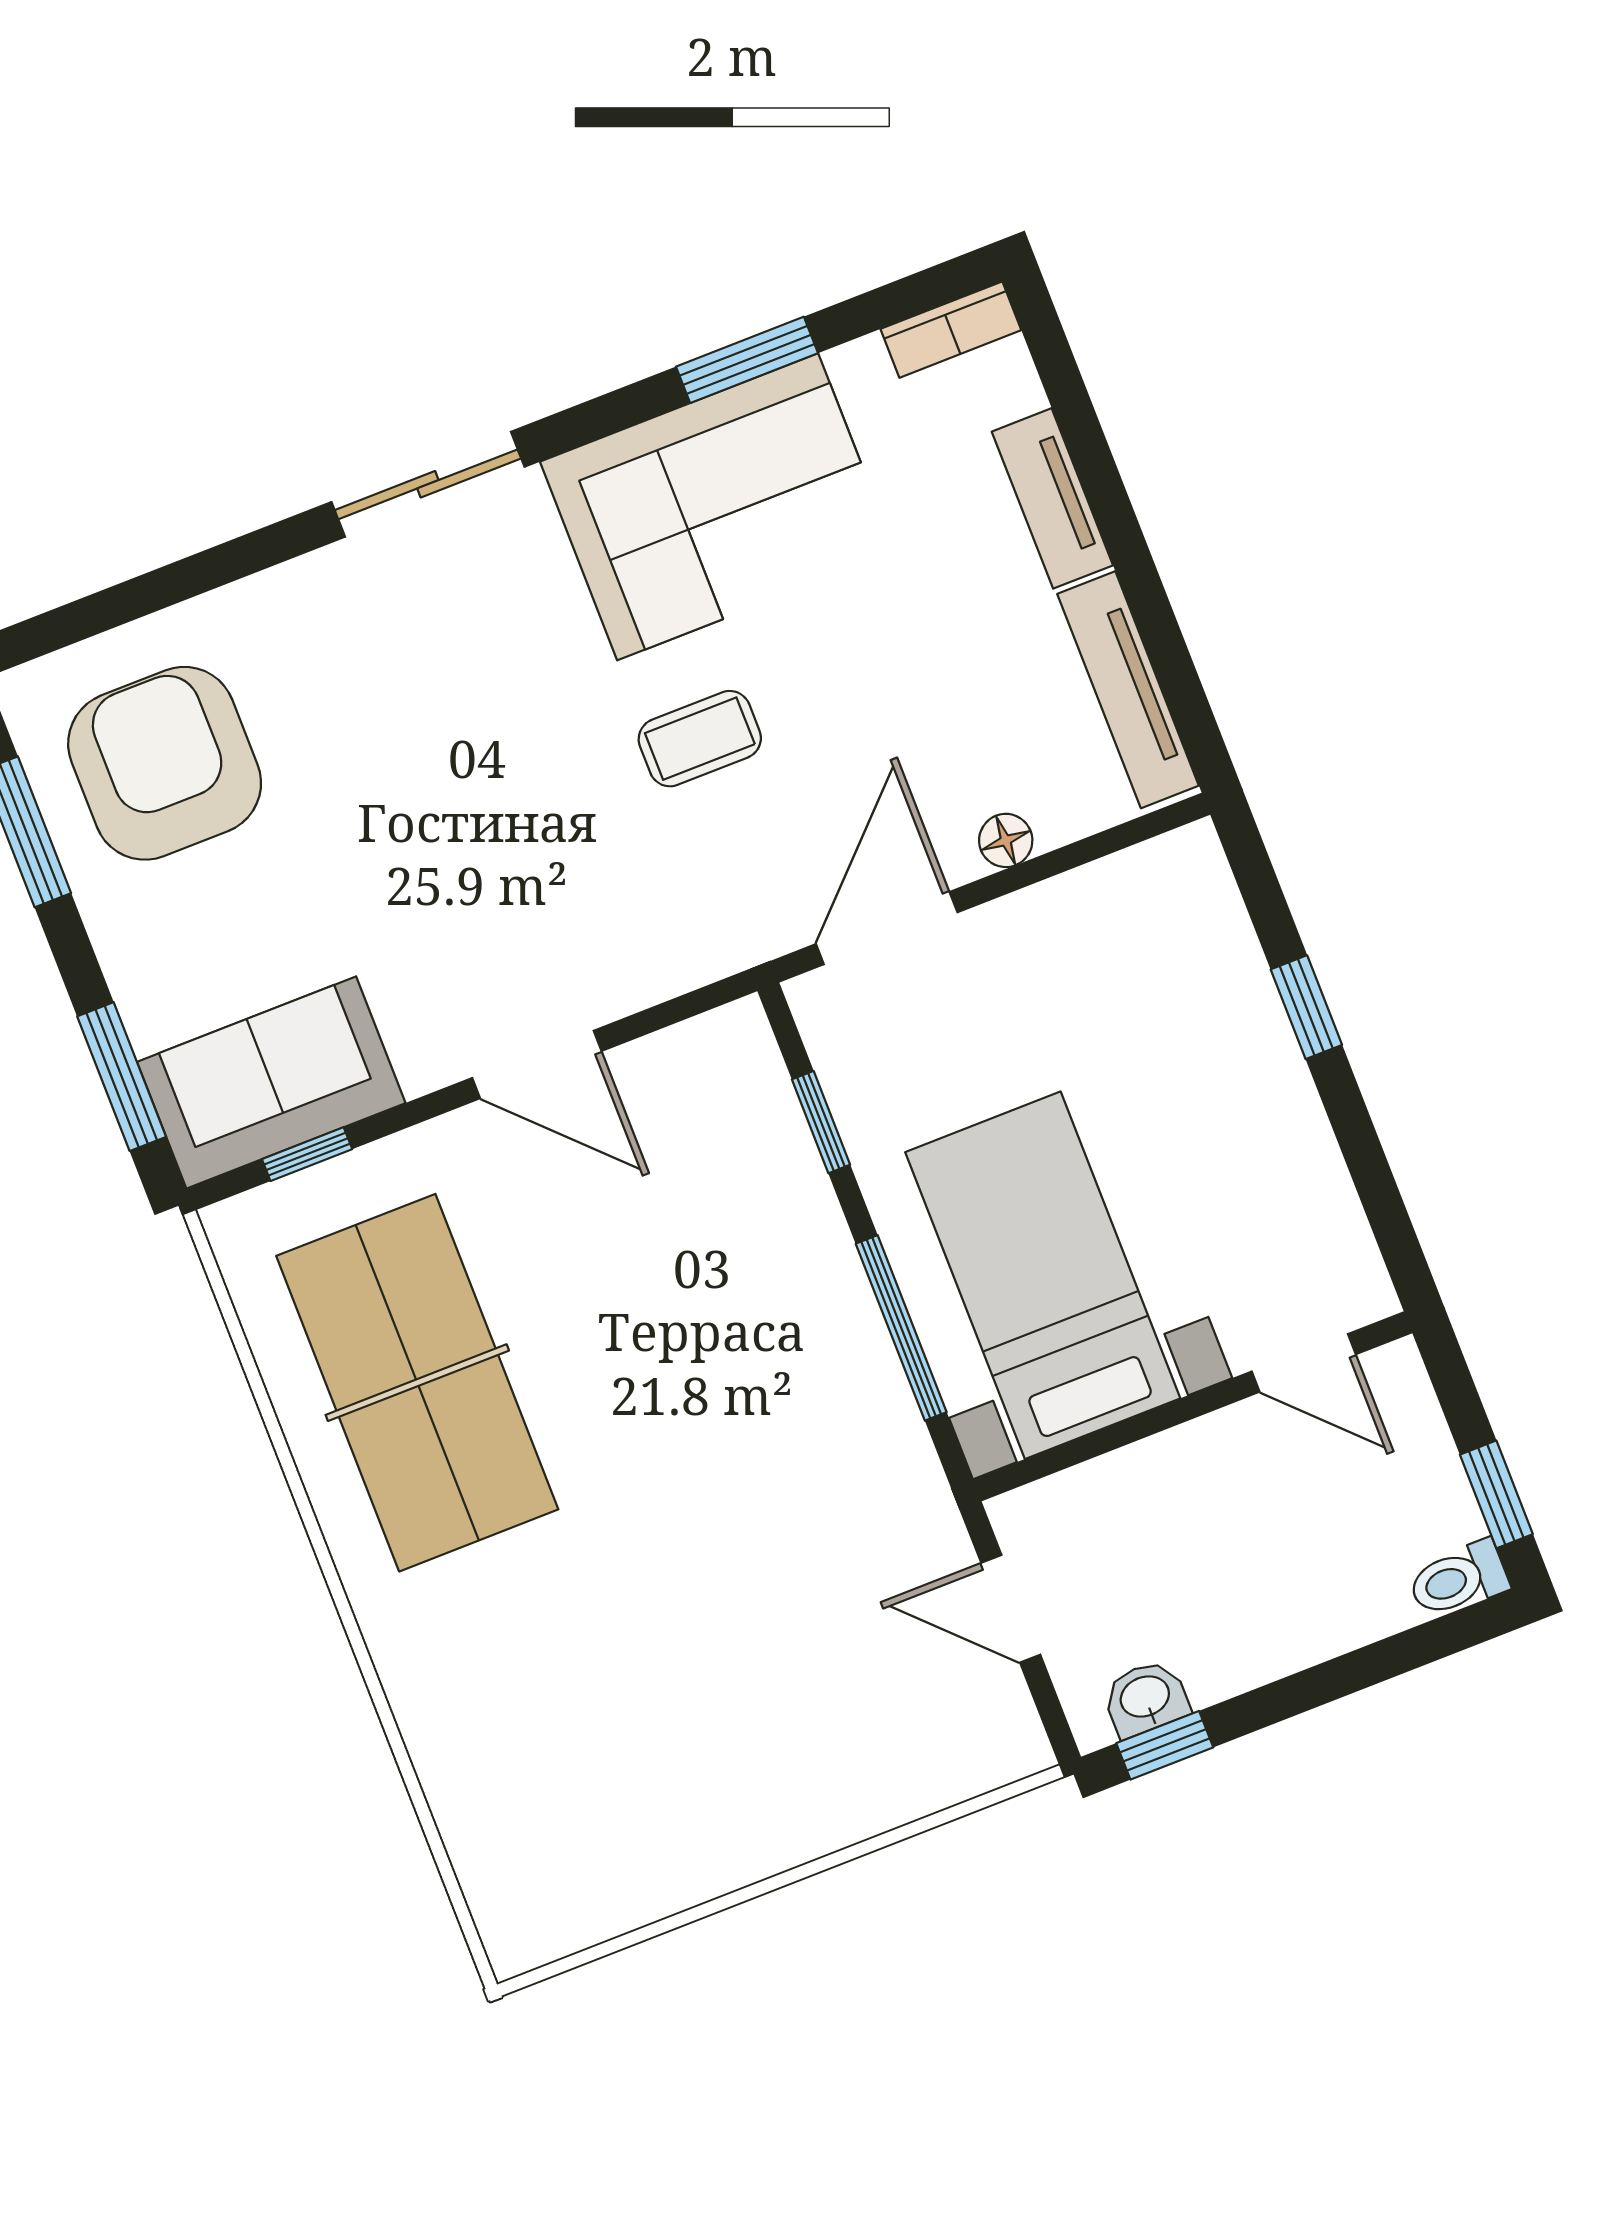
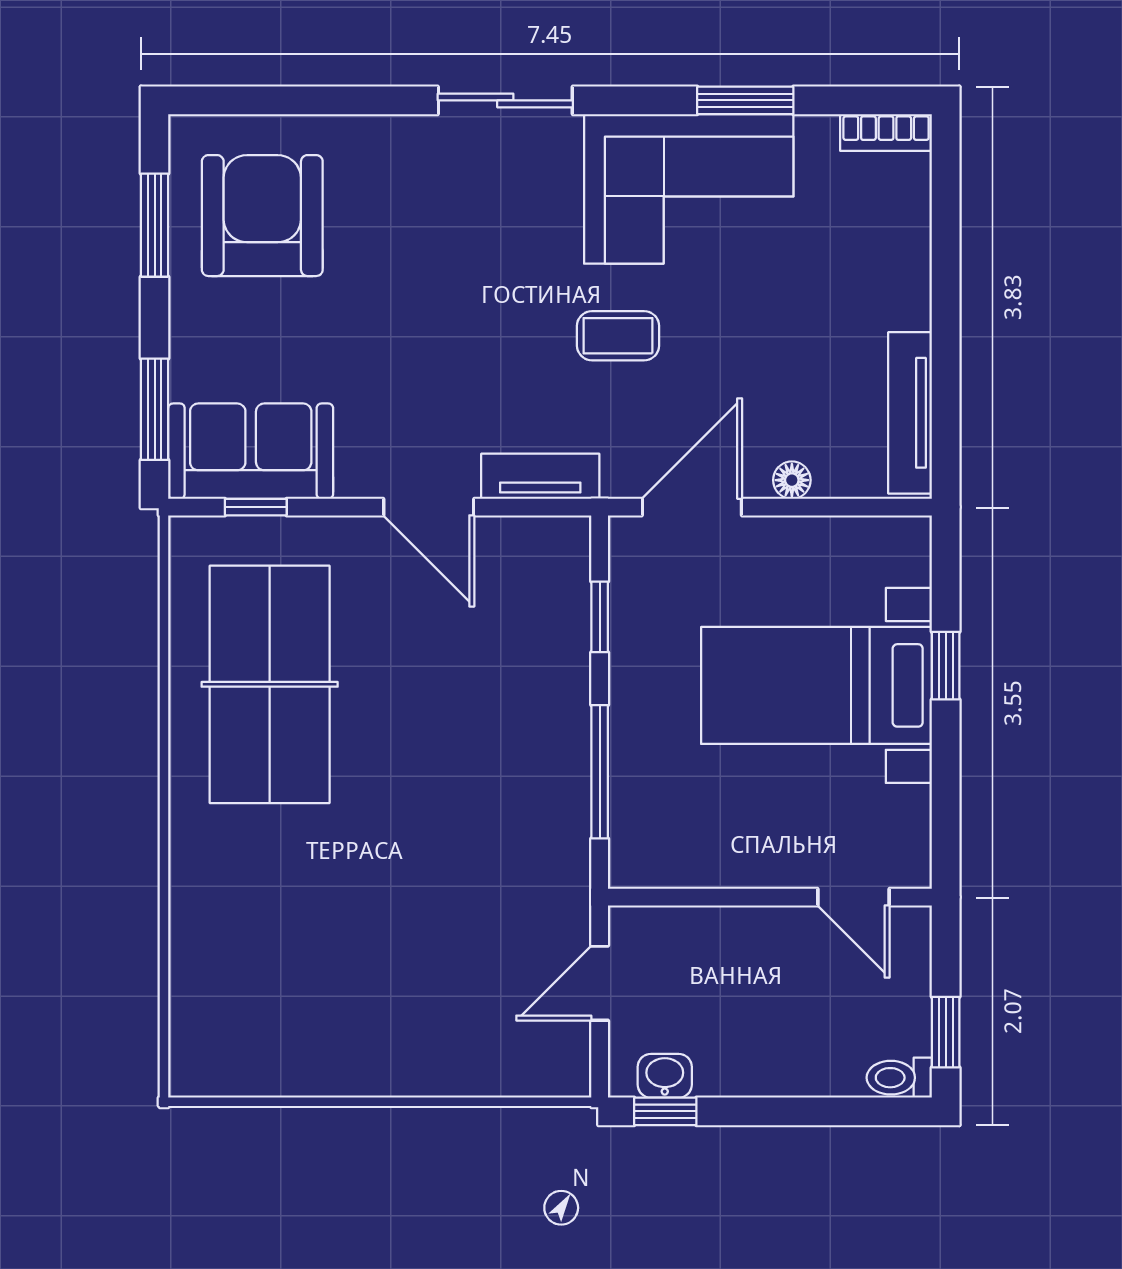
tv unit: (1052, 498) -> (540, 476), moved, turned 90
bed with nightstands: (1043, 1275) -> (817, 685), moved, turned -90
door: (1011, 1609) -> (600, 983), hinge flipped

